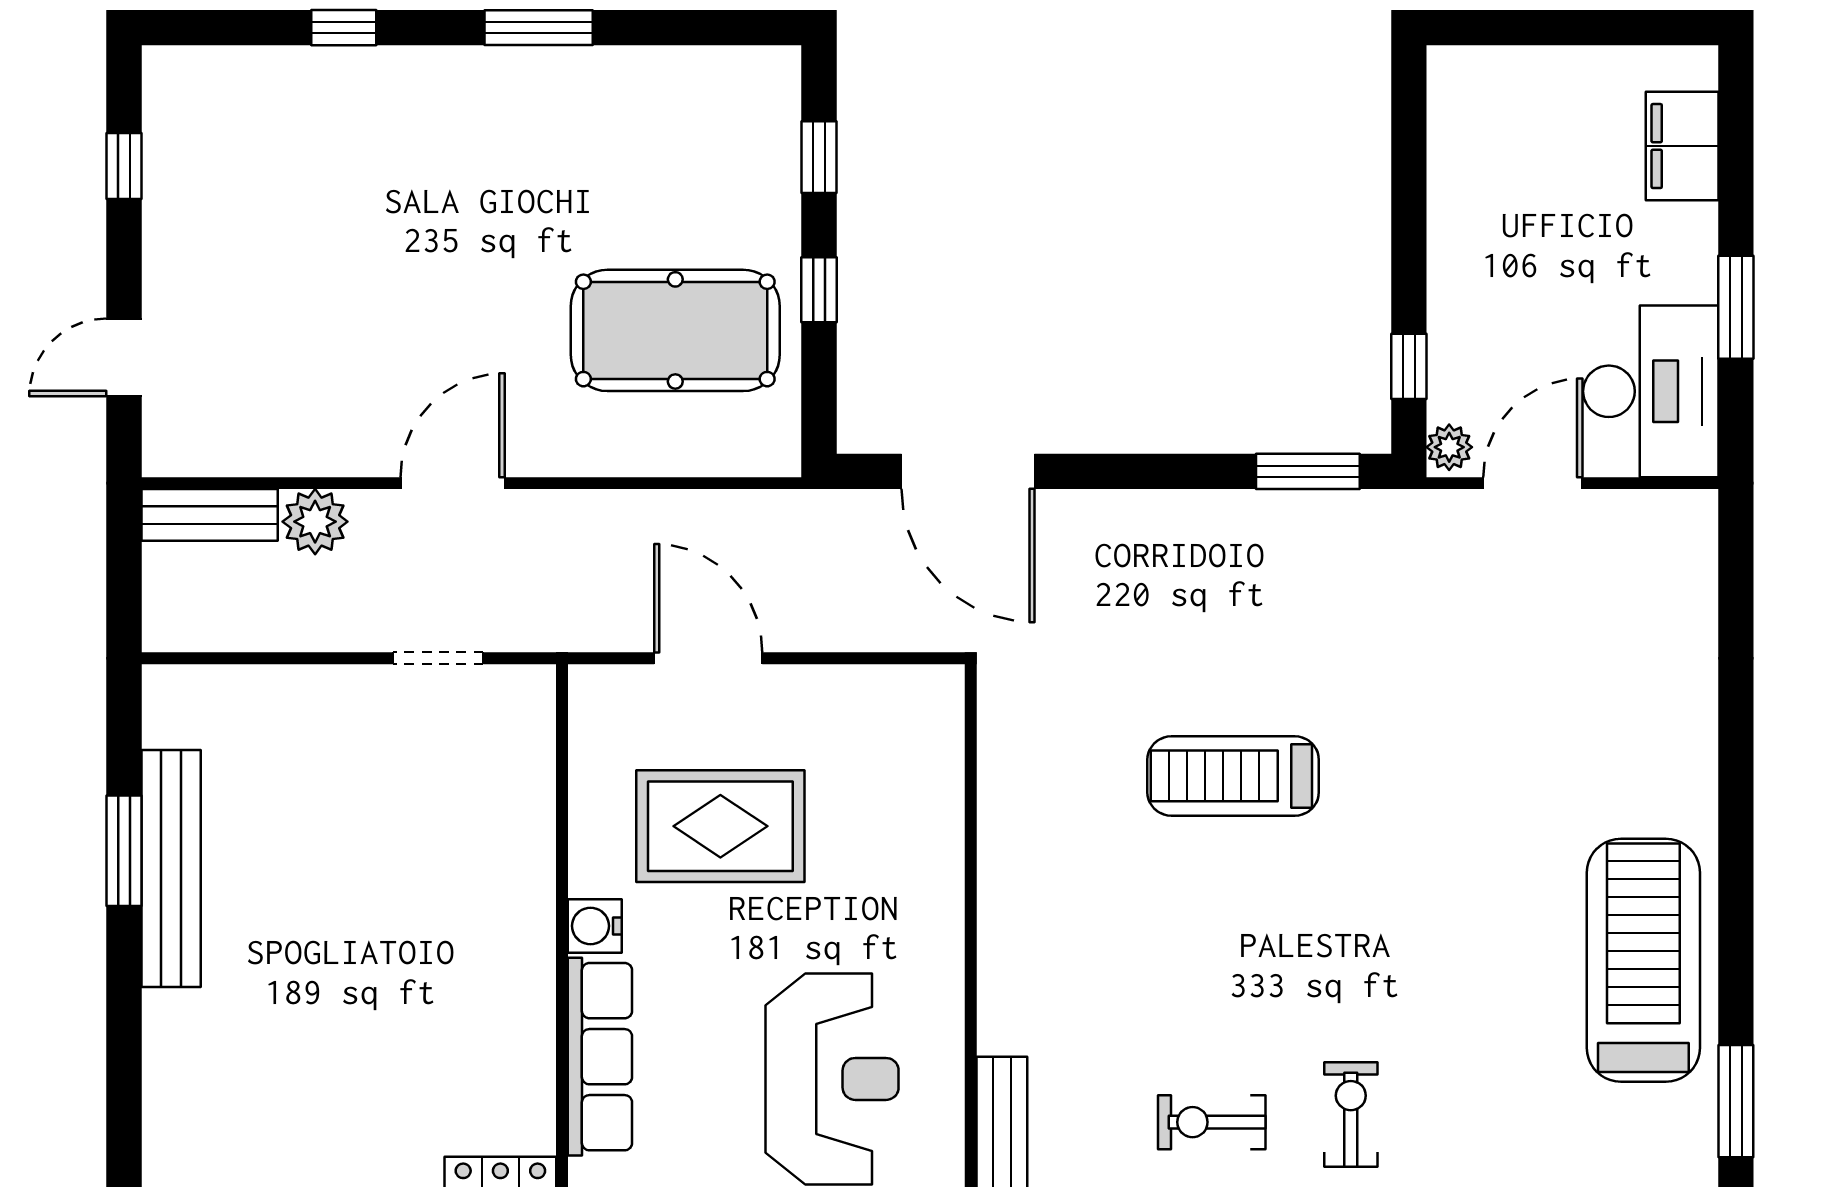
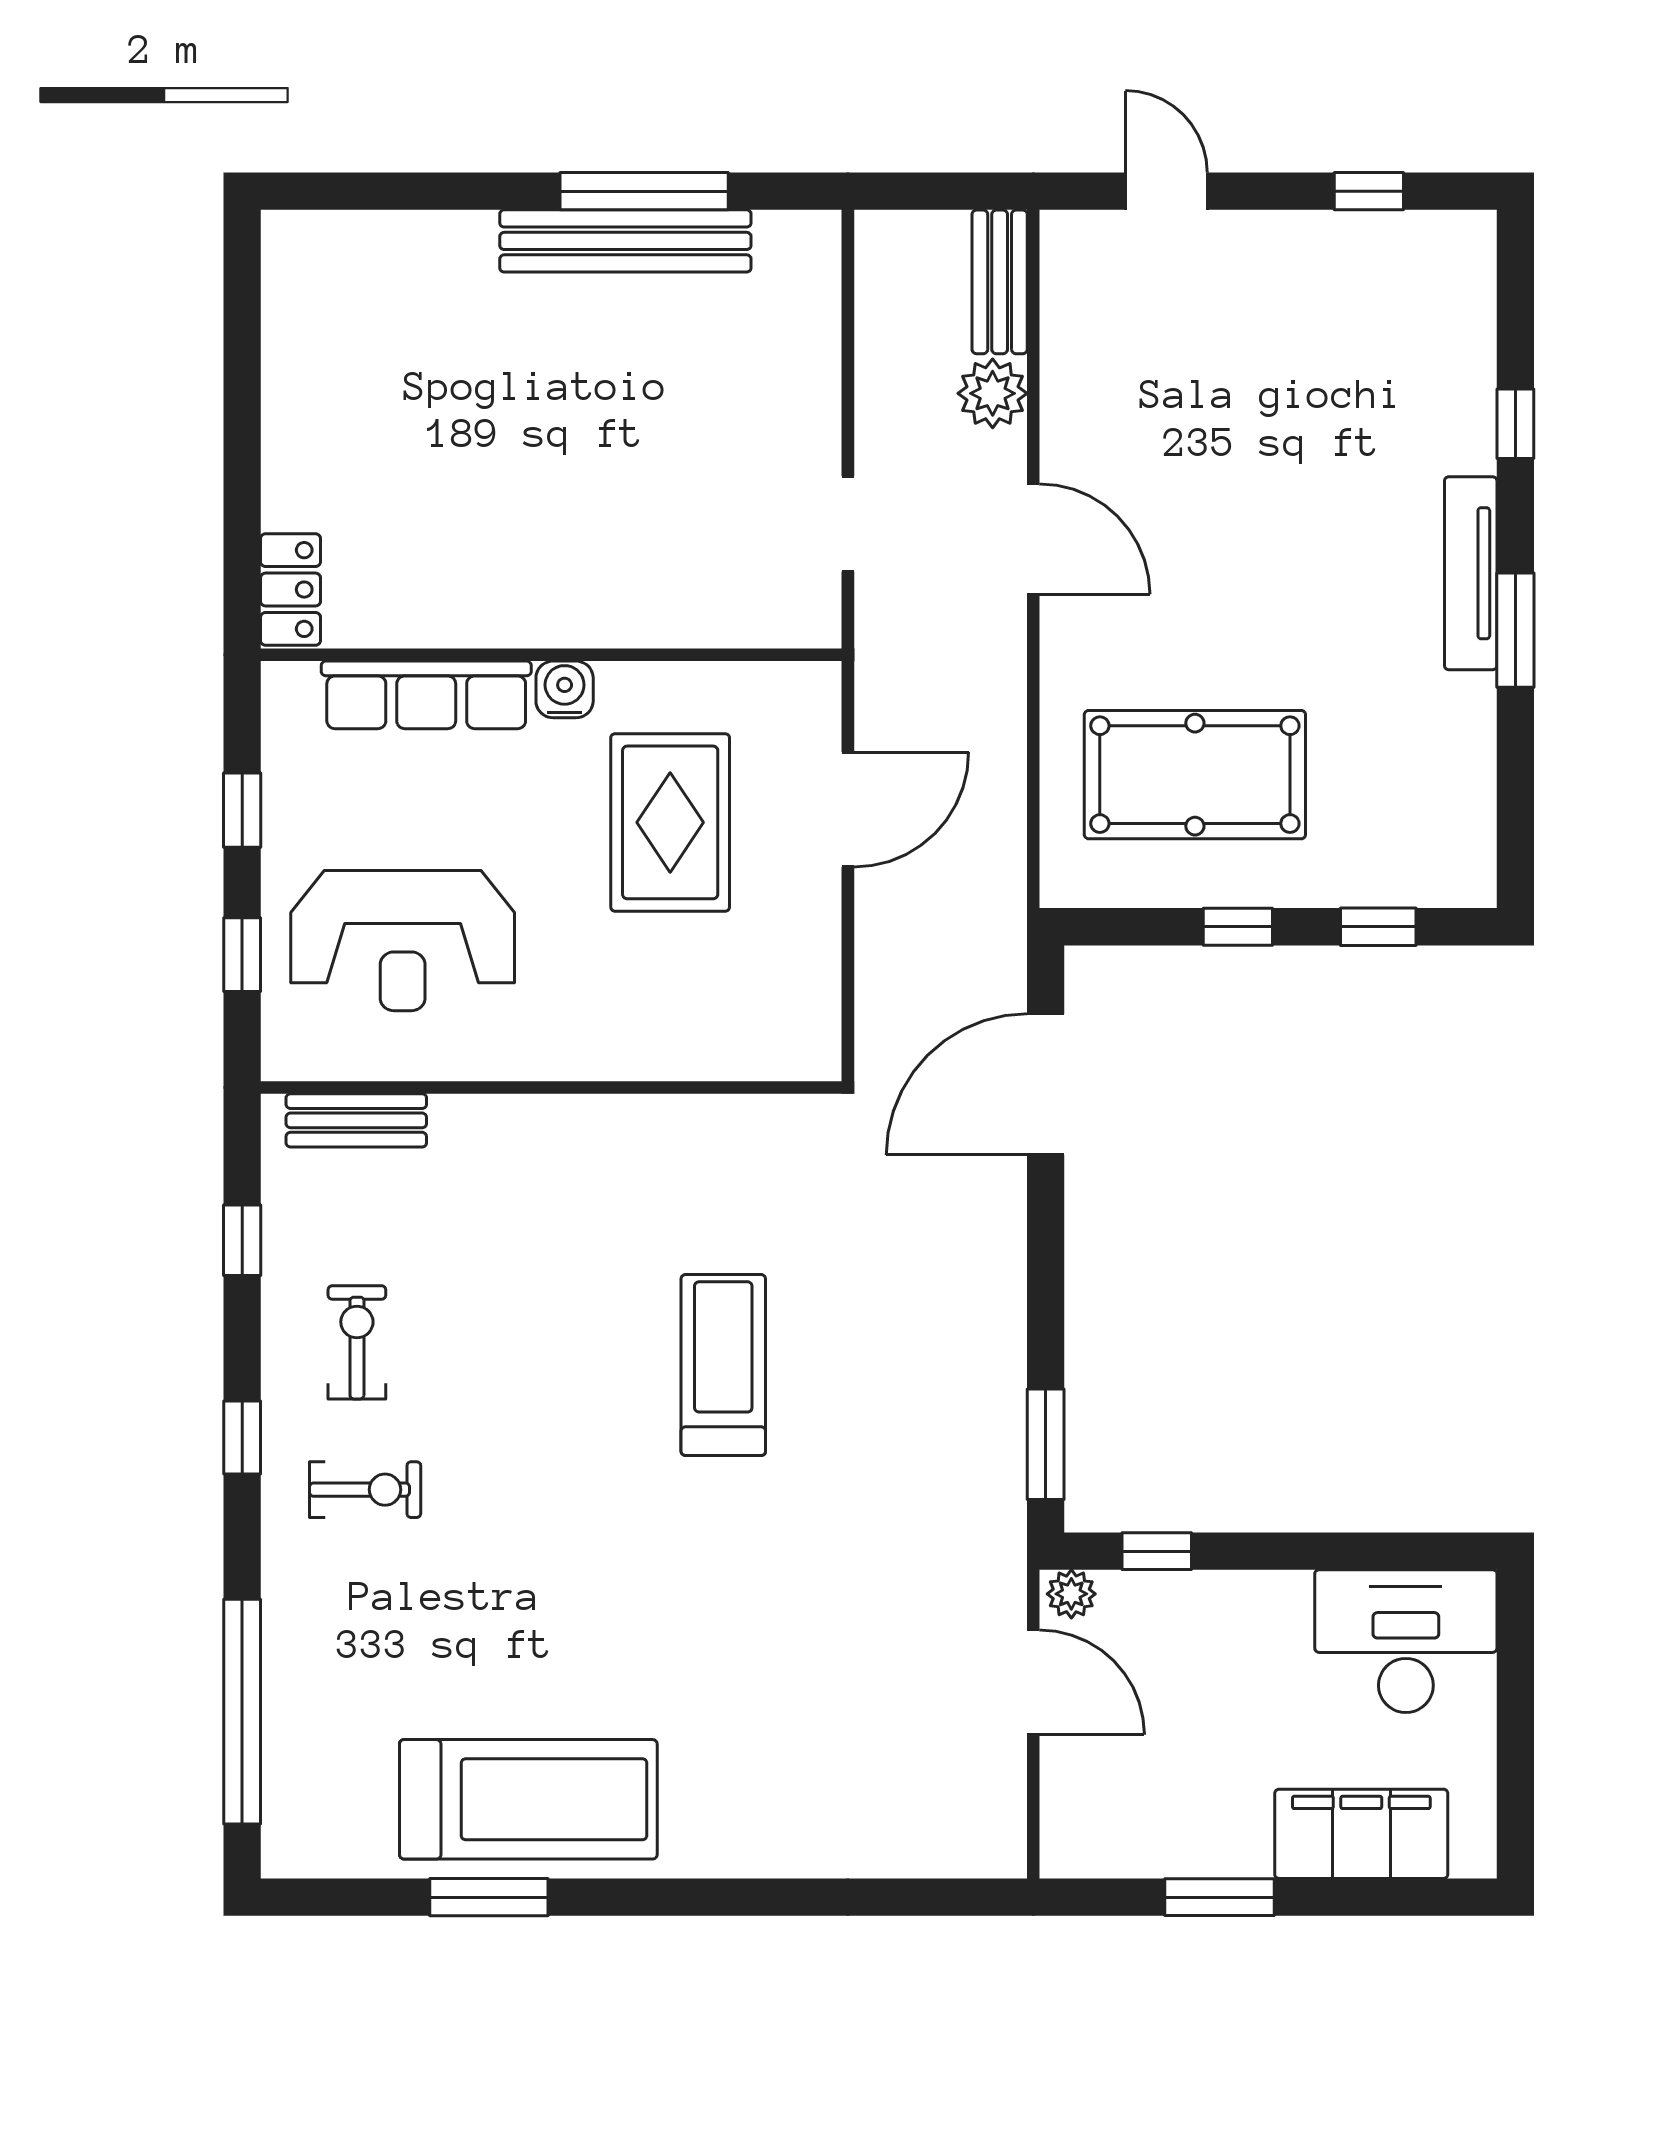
tv unit: (485, 70) -> (1471, 573), added
filing cabinet: (1682, 146) -> (1361, 1834), width x1.50, depth x1.17
pool table: (675, 330) -> (1195, 775), turned 90
desk: (1651, 391) -> (1406, 1641), moved, turned 180
window: (124, 851) -> (644, 191), width x1.44
window: (1736, 1101) -> (489, 1897), moved

